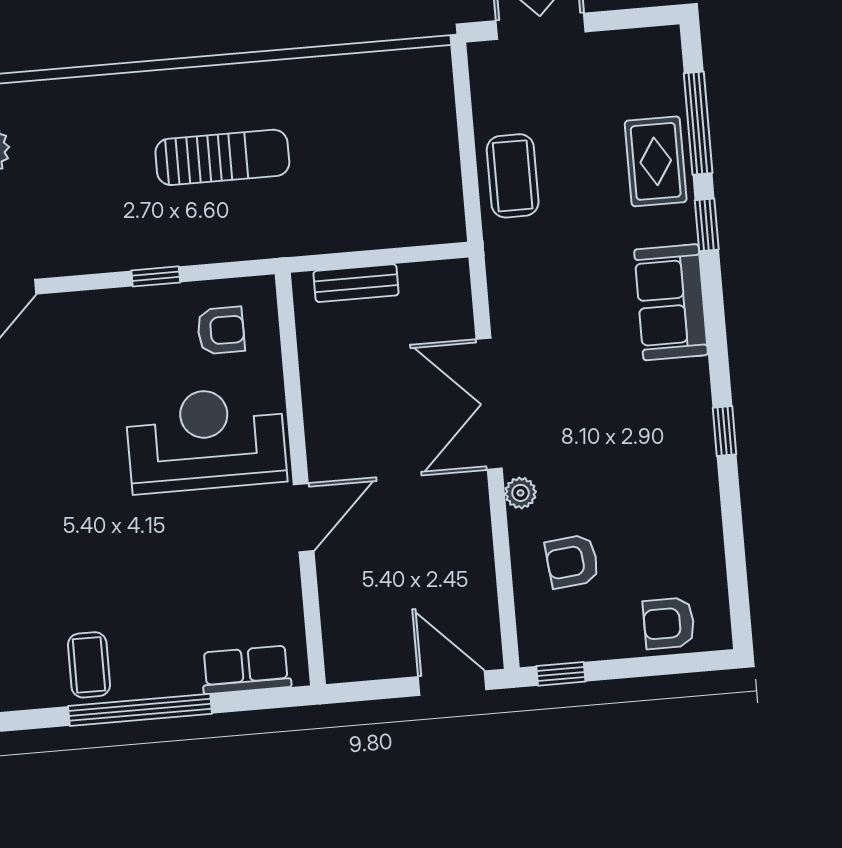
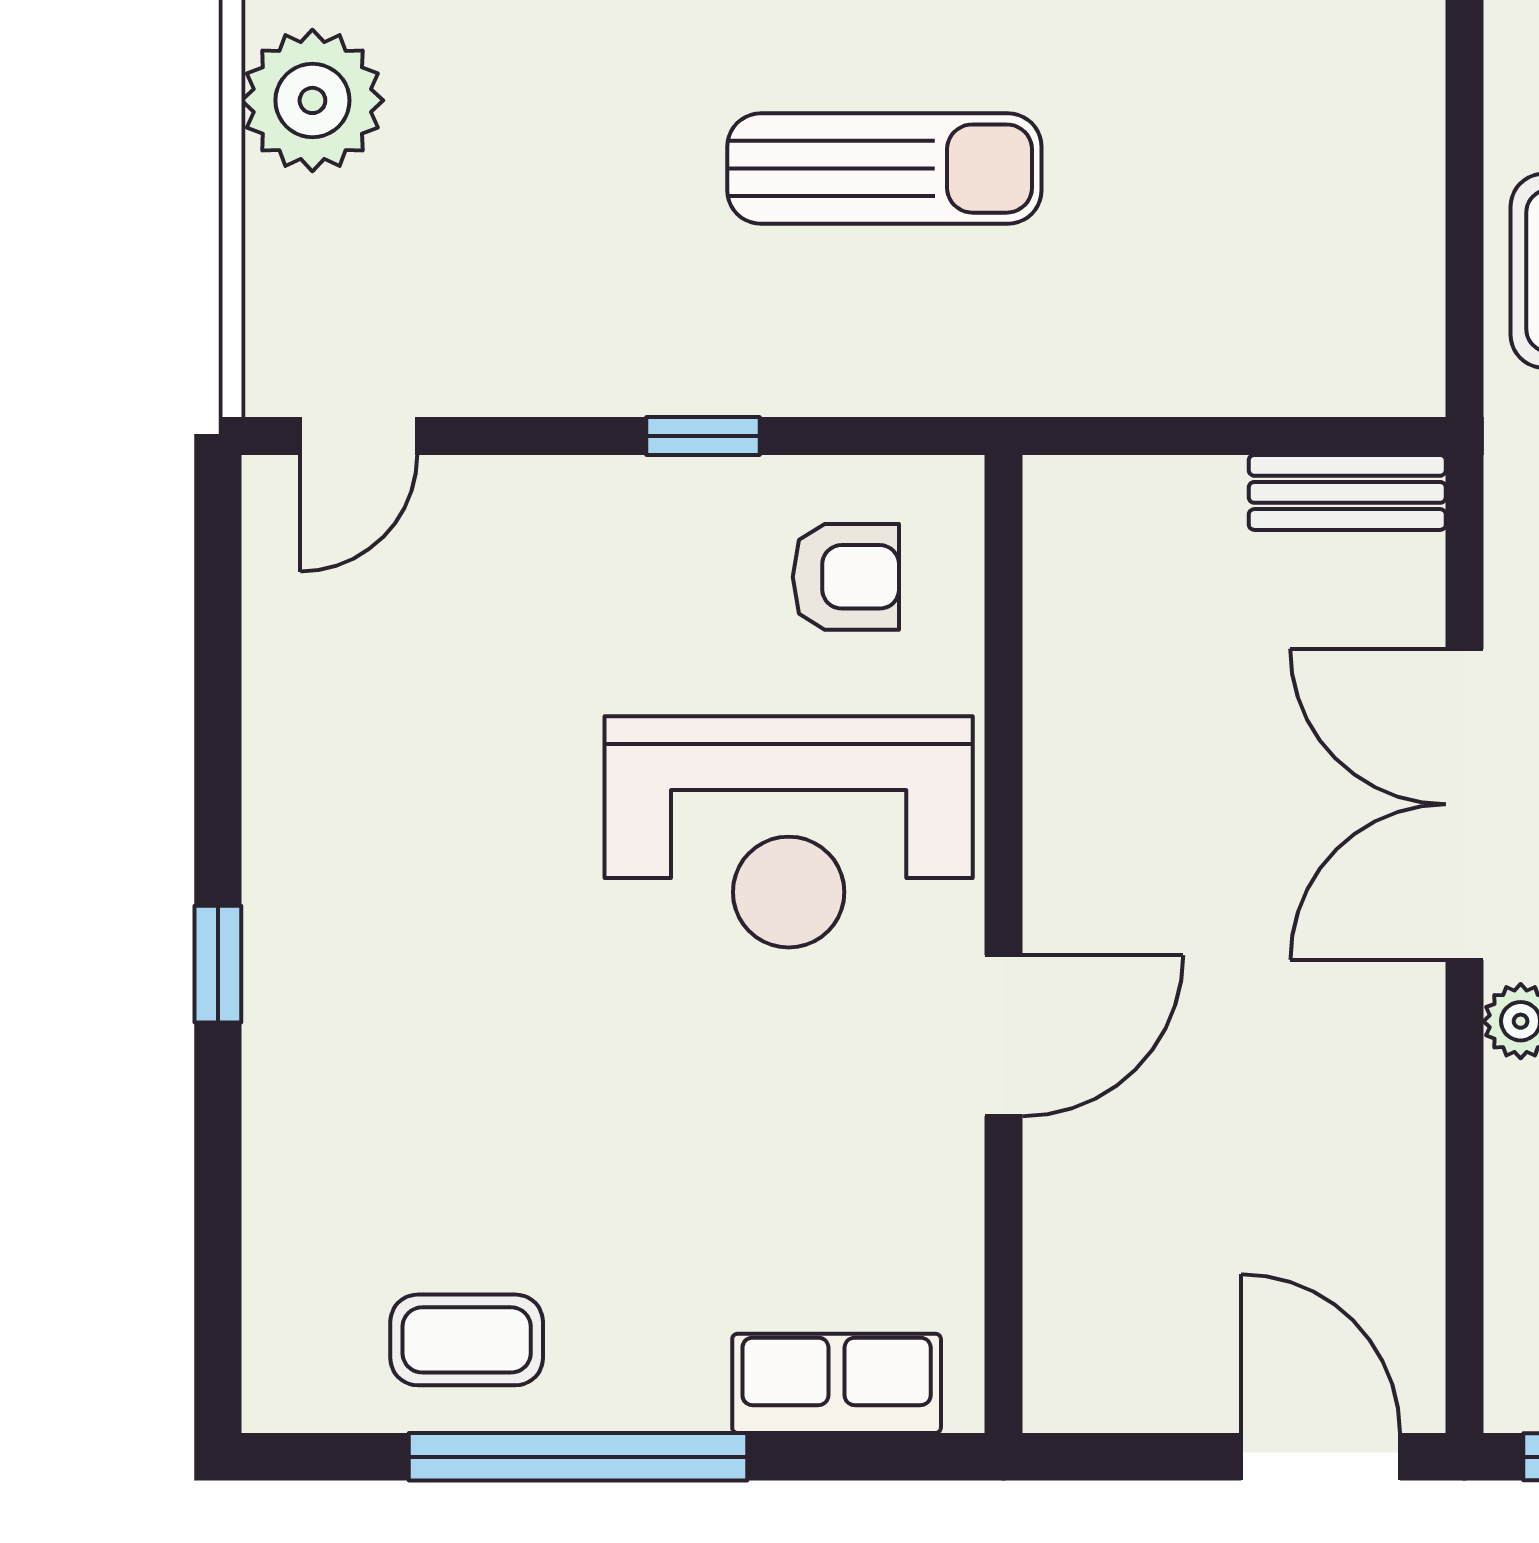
bench: (356, 283) -> (1347, 492), moved
reception desk: (206, 440) -> (789, 832), turned 180
coffee table: (89, 665) -> (467, 1340), turned 90

